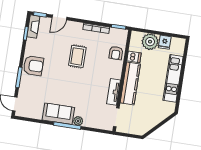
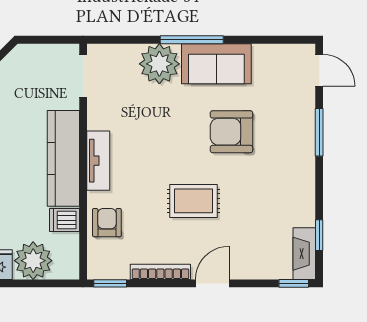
door: (59, 17) -> (212, 283), moved
rug: (77, 56) -> (194, 201), turned 90
armchair: (33, 66) -> (231, 132), moved
tv unit: (114, 92) -> (98, 161), moved
plant: (78, 121) -> (159, 64), width x1.88, depth x1.88

